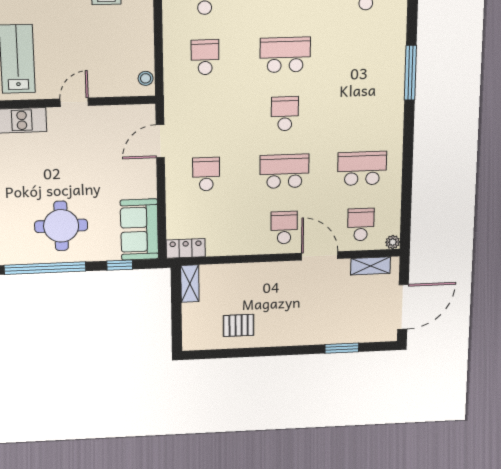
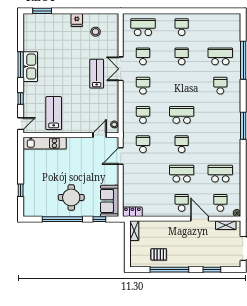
door: (74, 102) -> (100, 135), moved
school desk: (206, 174) -> (143, 144), moved
window: (259, 352) -> (169, 270), added

